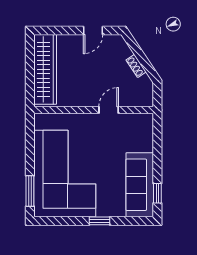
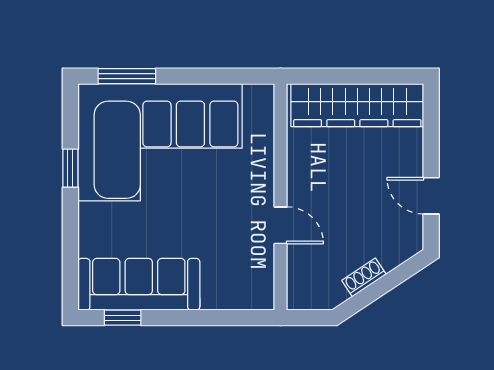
window: (100, 221) -> (70, 168), moved

